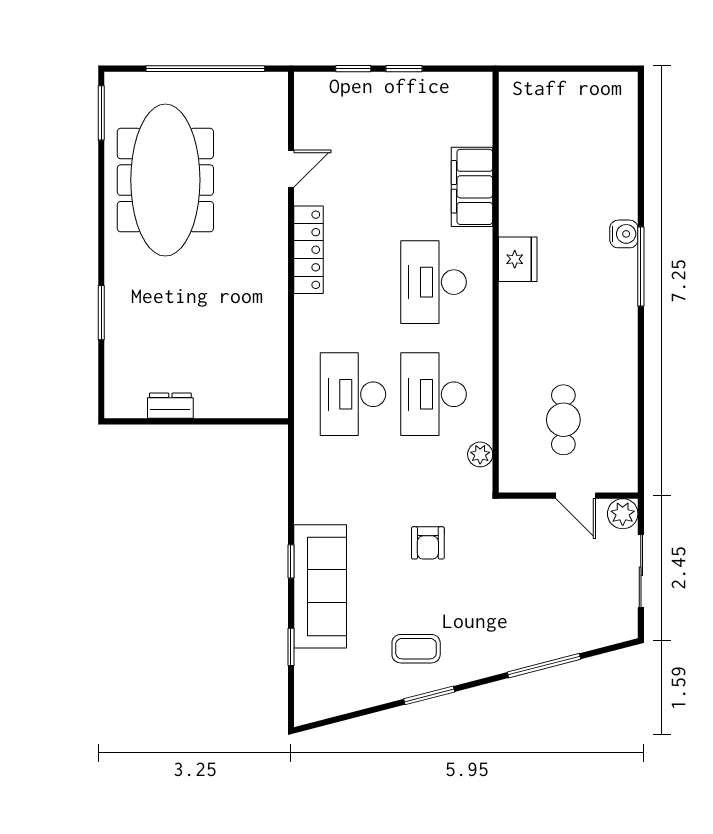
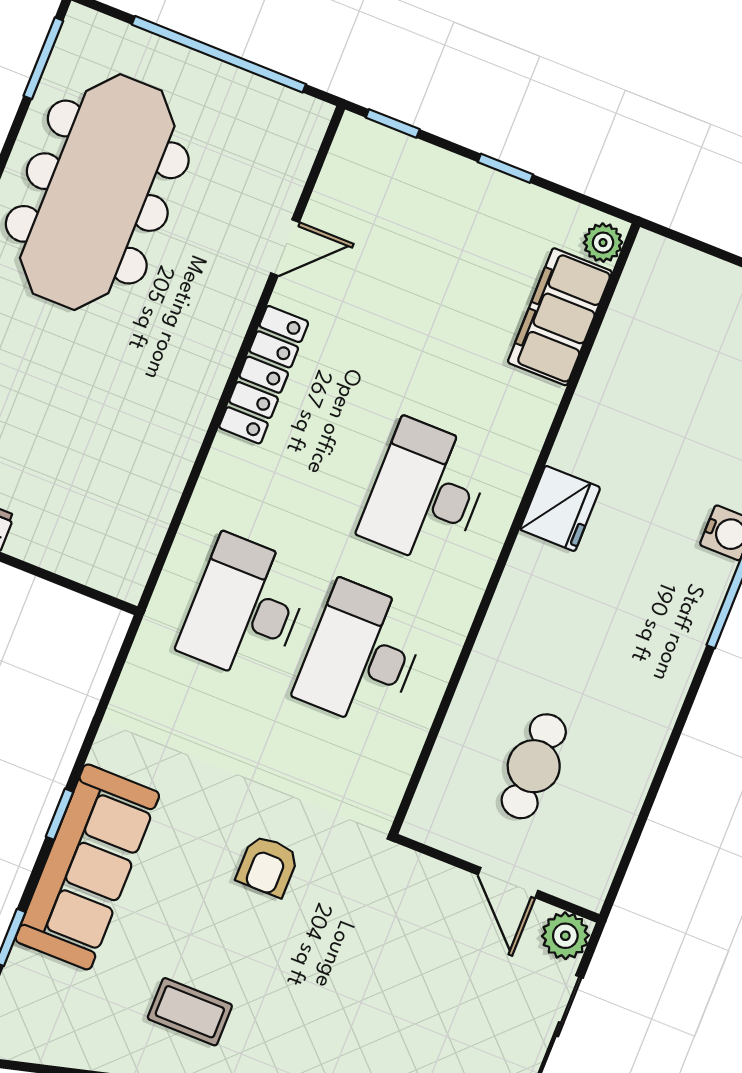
window: (353, 69) -> (393, 123), moved
filing cabinet: (472, 187) -> (560, 317), moved
plant: (480, 454) -> (603, 243), moved

